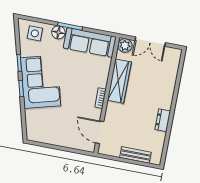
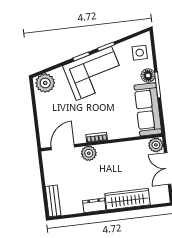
wardrobe: (119, 81) -> (128, 199), moved, turned 180
plant: (113, 110) -> (89, 153), added
plant: (35, 130) -> (45, 83), added
bench: (135, 155) -> (53, 201), moved

